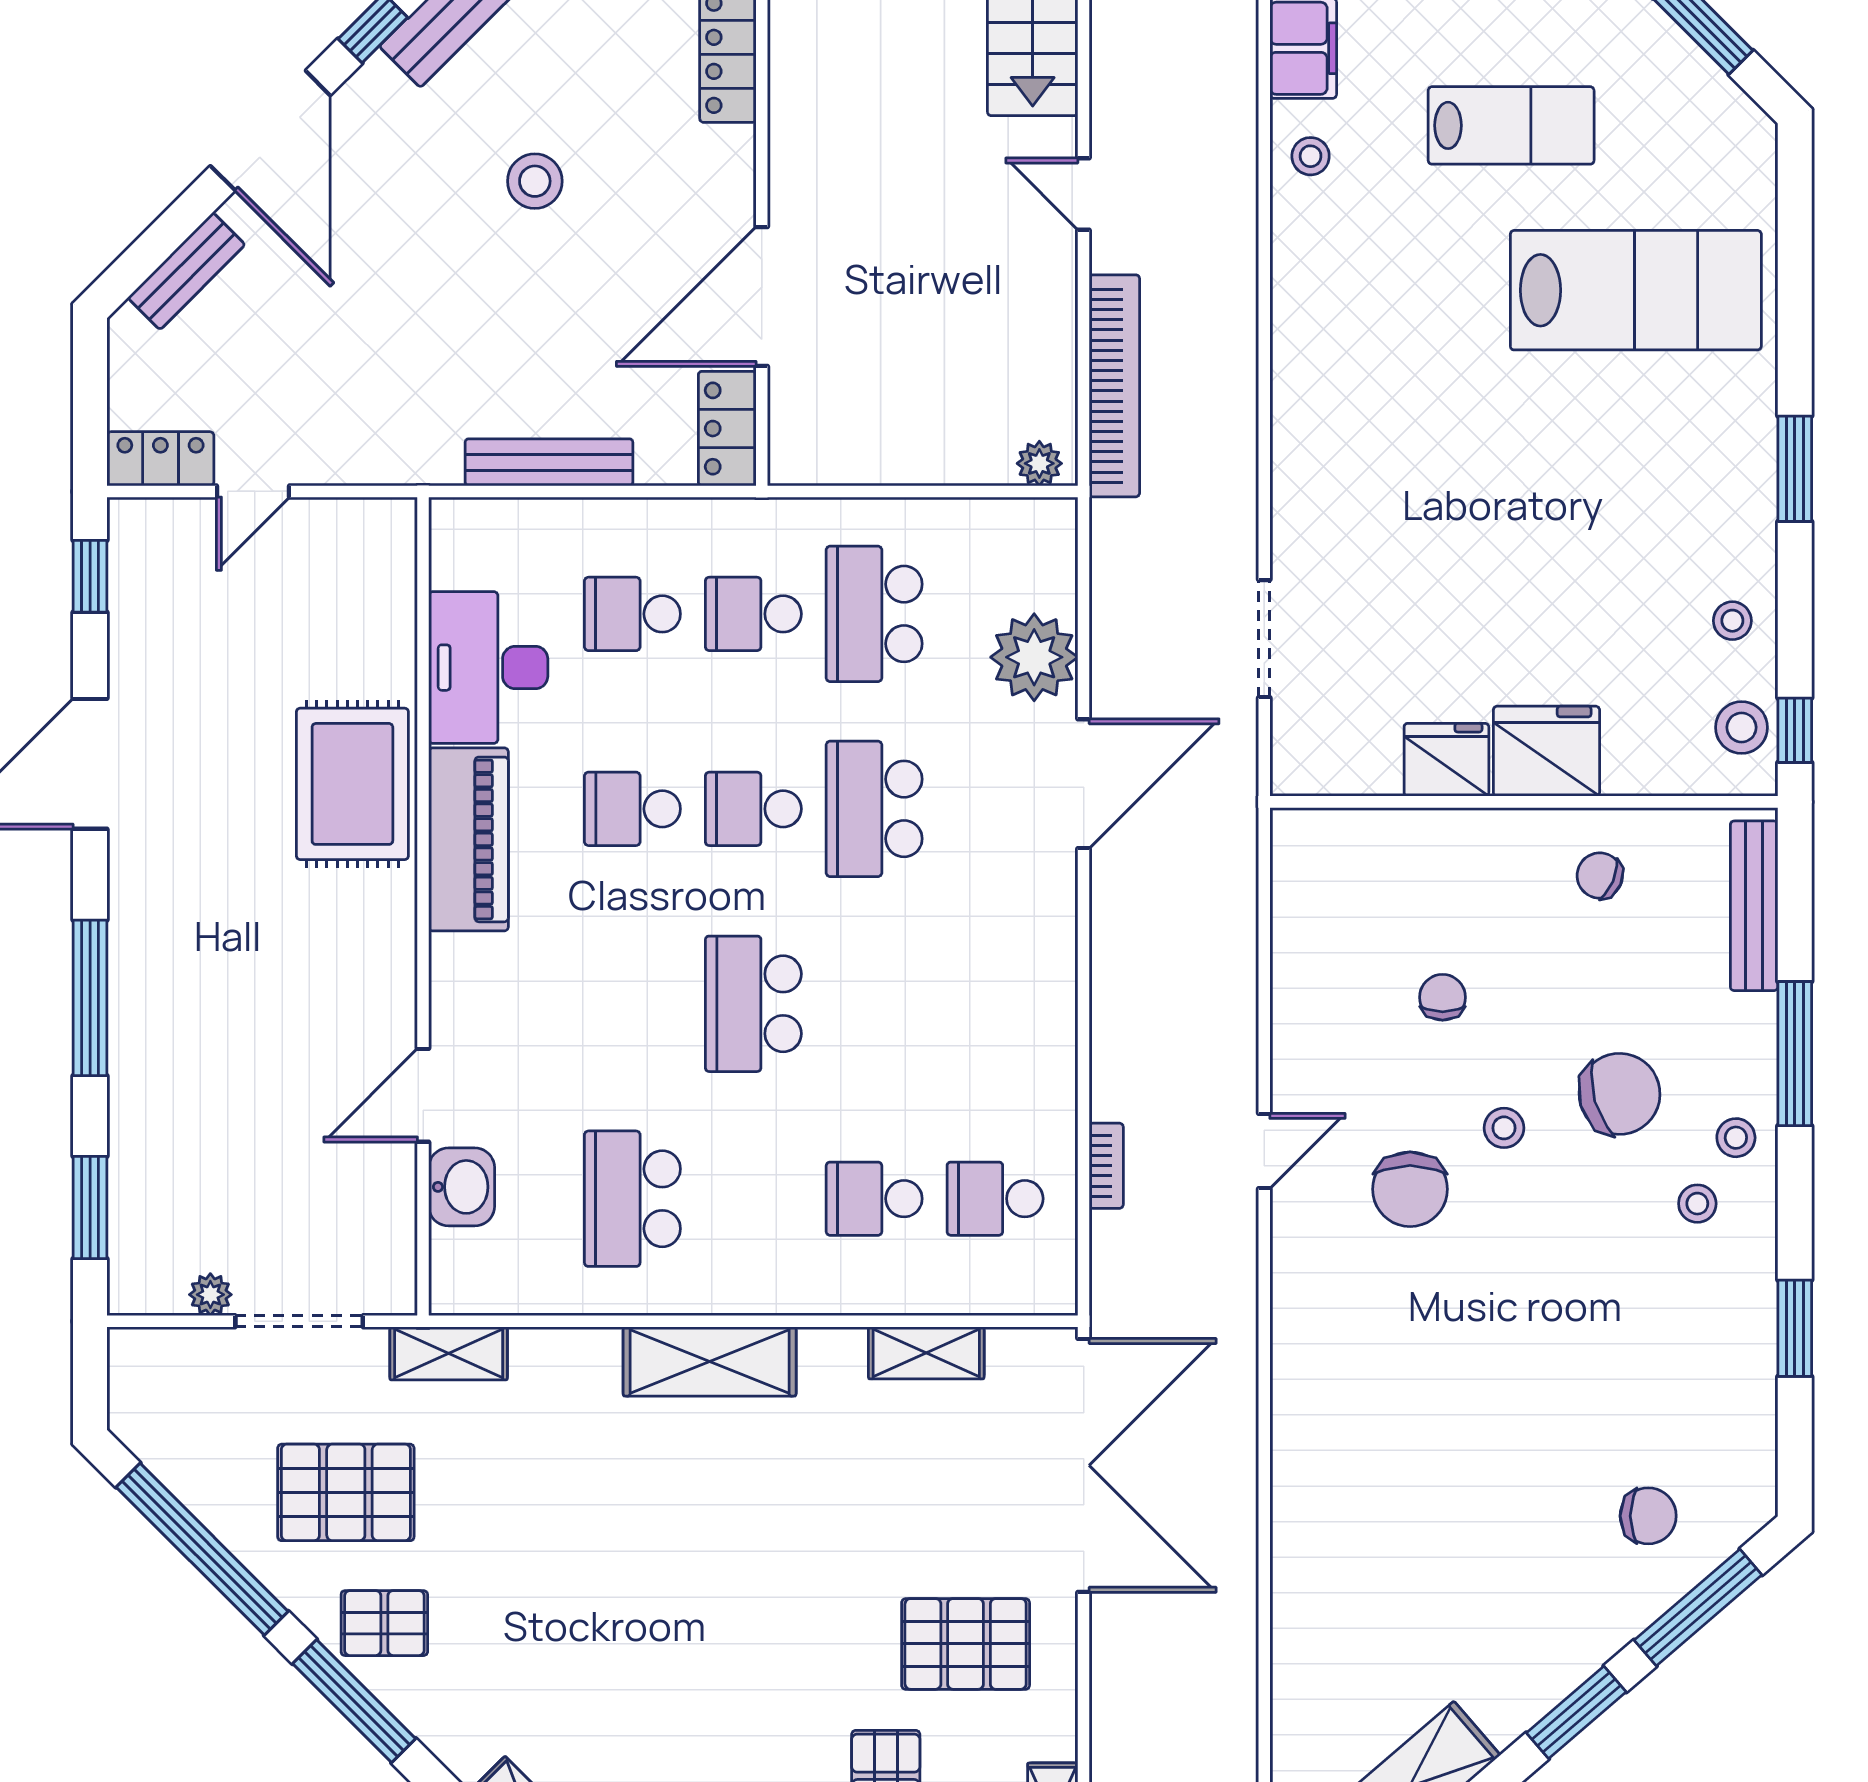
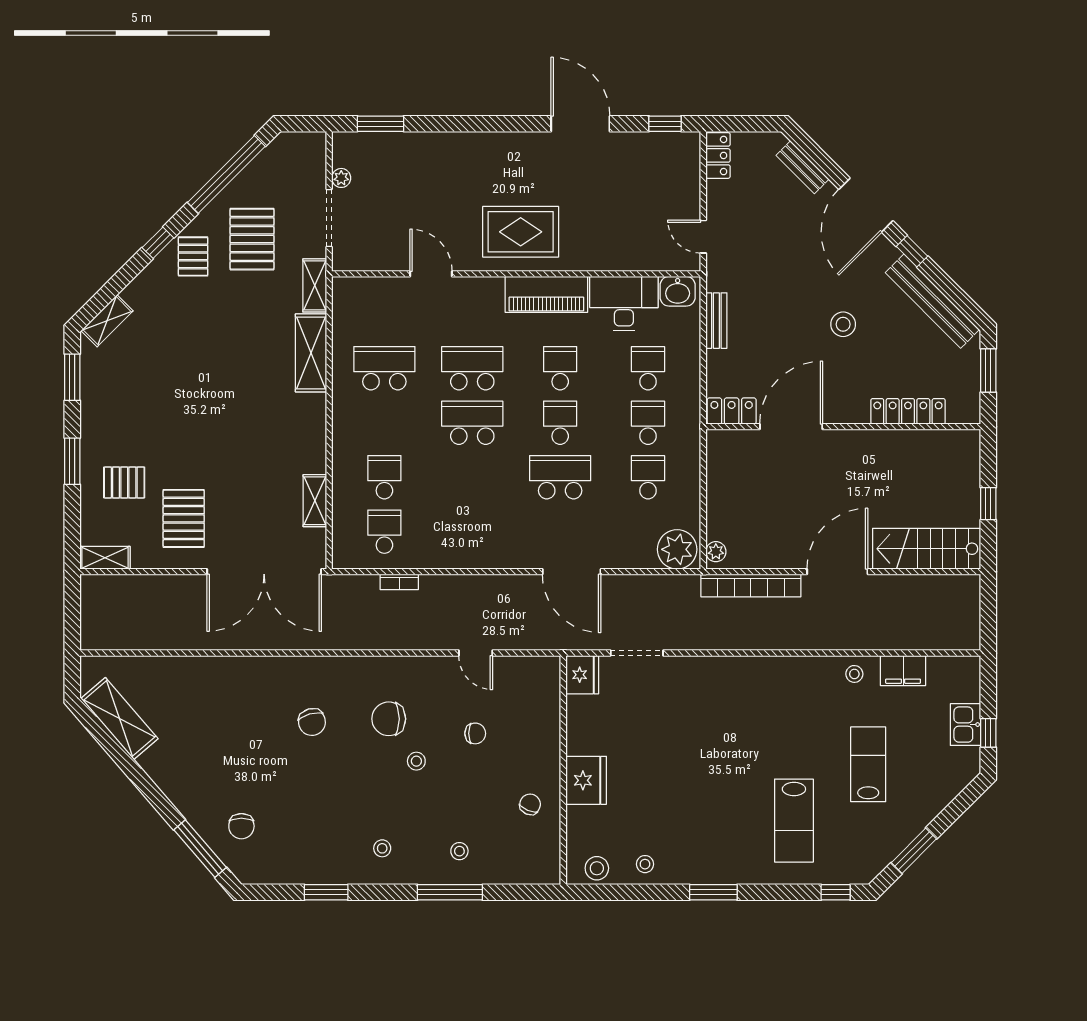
lab bench: (1511, 125) -> (868, 764), turned 180
door: (270, 131) -> (866, 205), hinge flipped
door: (1084, 194) -> (837, 572), width x1.87
lab bench: (1636, 290) -> (794, 821), width x0.73, depth x0.72
door: (762, 297) -> (791, 427), hinge flipped
bench: (549, 462) -> (716, 321), width x0.73
door: (253, 491) -> (703, 237), moved
school desk: (874, 614) -> (648, 477), width x0.54
plant: (1034, 657) -> (677, 549), moved
window: (1795, 730) -> (836, 892), moved
fridge: (1446, 760) -> (582, 675), moved
rug: (352, 784) -> (521, 232), moved
bench: (1754, 906) -> (516, 874), removed
window: (90, 998) -> (475, 124), removed
school desk: (632, 1004) -> (472, 368), added
chair: (1620, 1094) -> (312, 722), moved, width x0.73, depth x0.73
stool: (1736, 1138) -> (459, 851), moved
door: (1264, 1151) -> (476, 653), moved
washbasin: (462, 1187) -> (678, 291), moved
shelving: (710, 1361) -> (311, 353), moved
window: (354, 1701) -> (158, 243), width x0.46
window: (1576, 1712) -> (153, 794), removed

